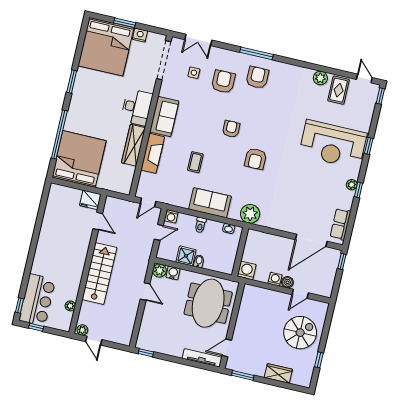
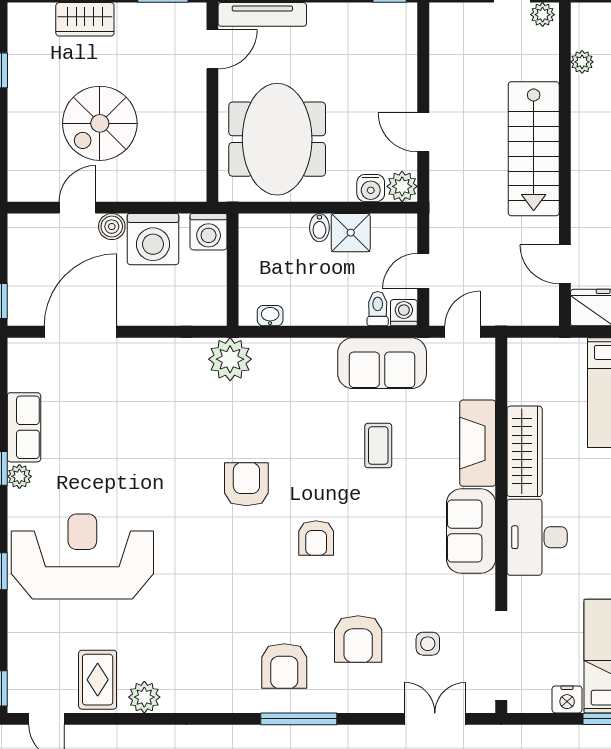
sofa: (210, 203) -> (382, 363), moved
row of seats: (340, 224) -> (24, 427), moved
toilet: (200, 225) -> (378, 309), moved
washing machine: (275, 279) -> (153, 239), width x1.89, depth x1.89
spiral stairs: (300, 333) -> (100, 123), moved

